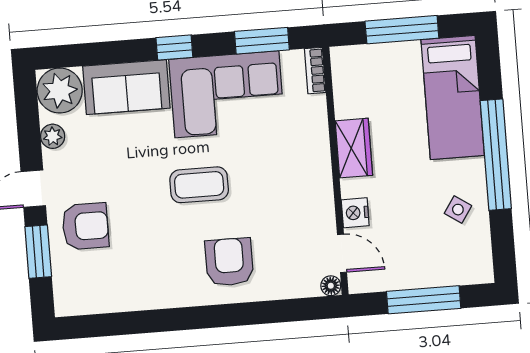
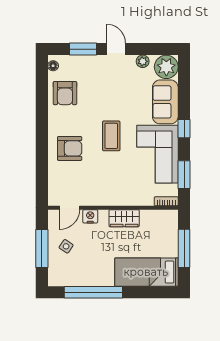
window: (496, 155) -> (93, 292), moved
side table: (458, 210) -> (66, 246), moved
armchair: (85, 226) -> (65, 93), moved
floor lamp: (331, 286) -> (53, 66), moved

